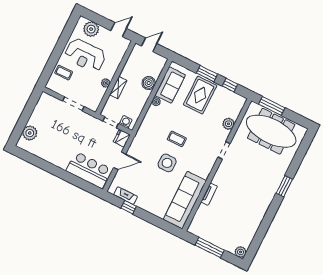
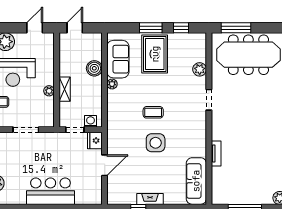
bar counter: (89, 170) -> (50, 191), moved
fireplace: (126, 196) -> (150, 199), moved
sofa: (185, 200) -> (196, 181), width x0.74, depth x0.79

